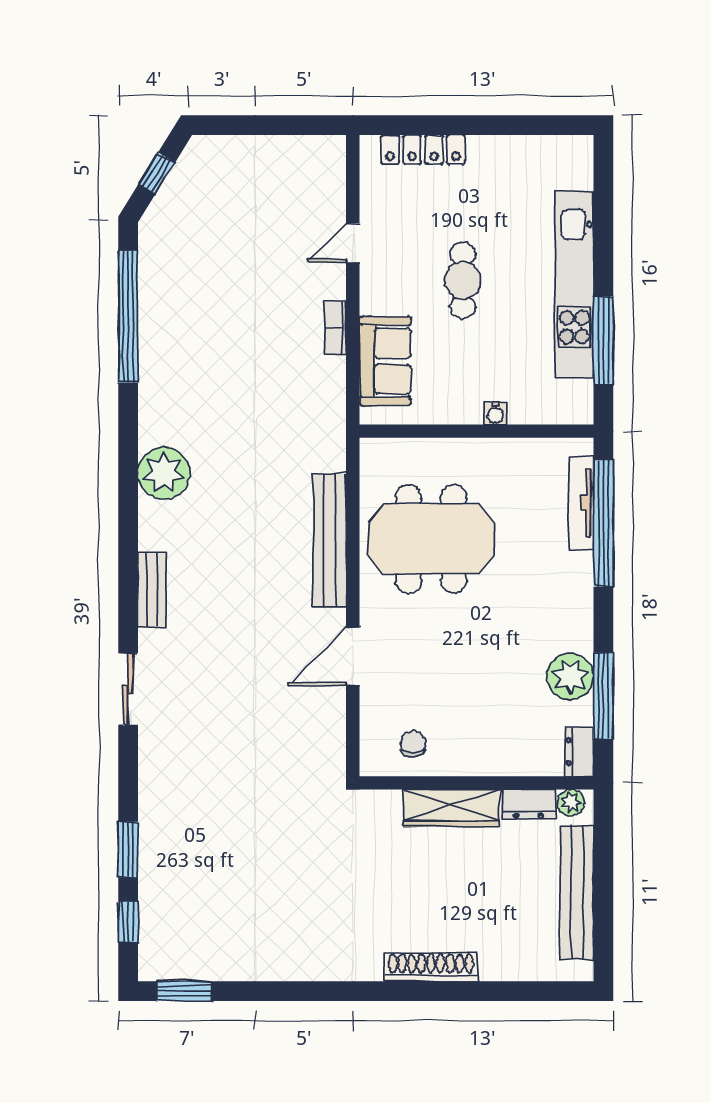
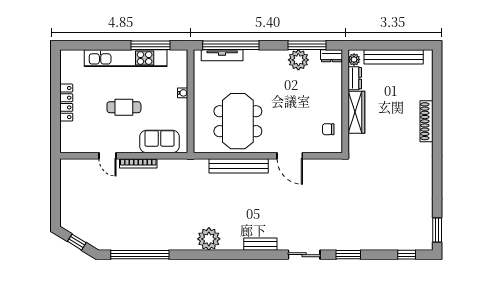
locker: (423, 149) -> (66, 103), moved
bookcase: (335, 328) -> (138, 163), width x1.56
window: (128, 849) -> (348, 255), moved

